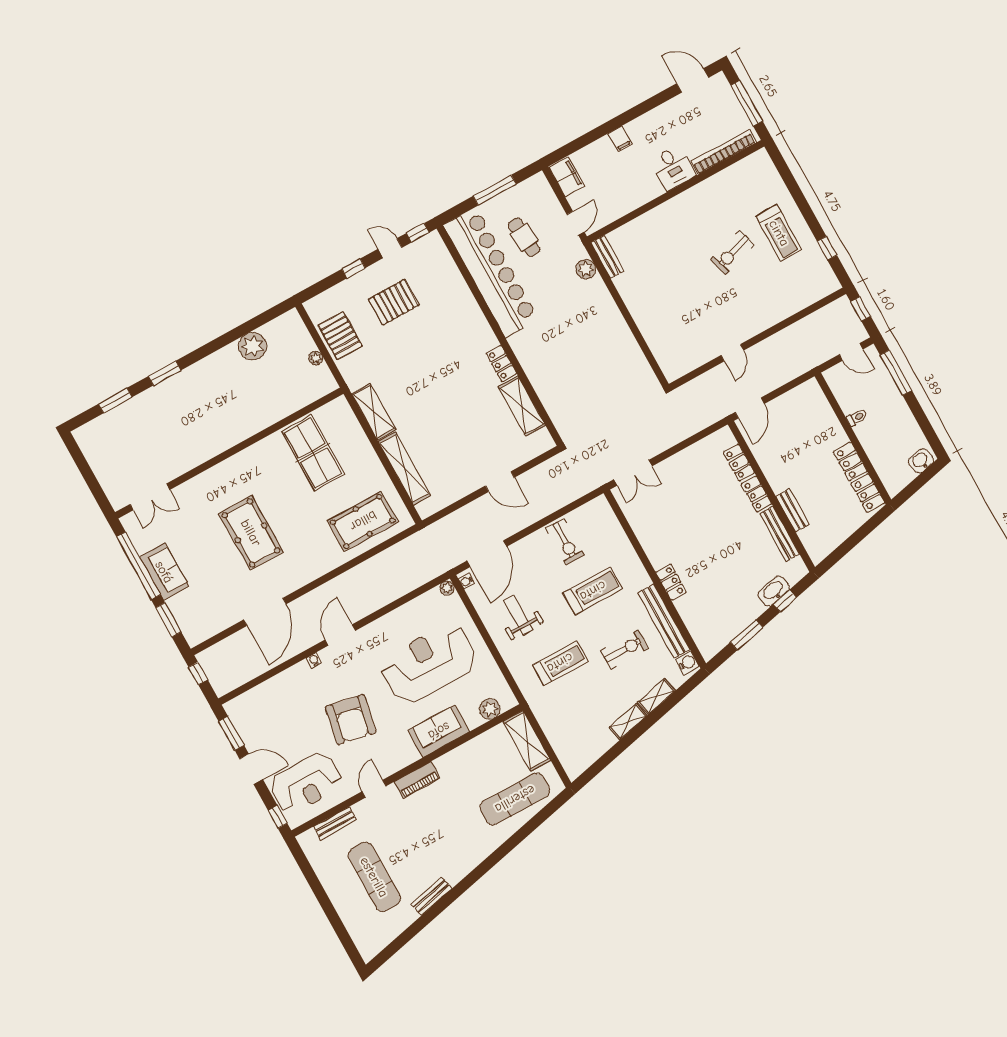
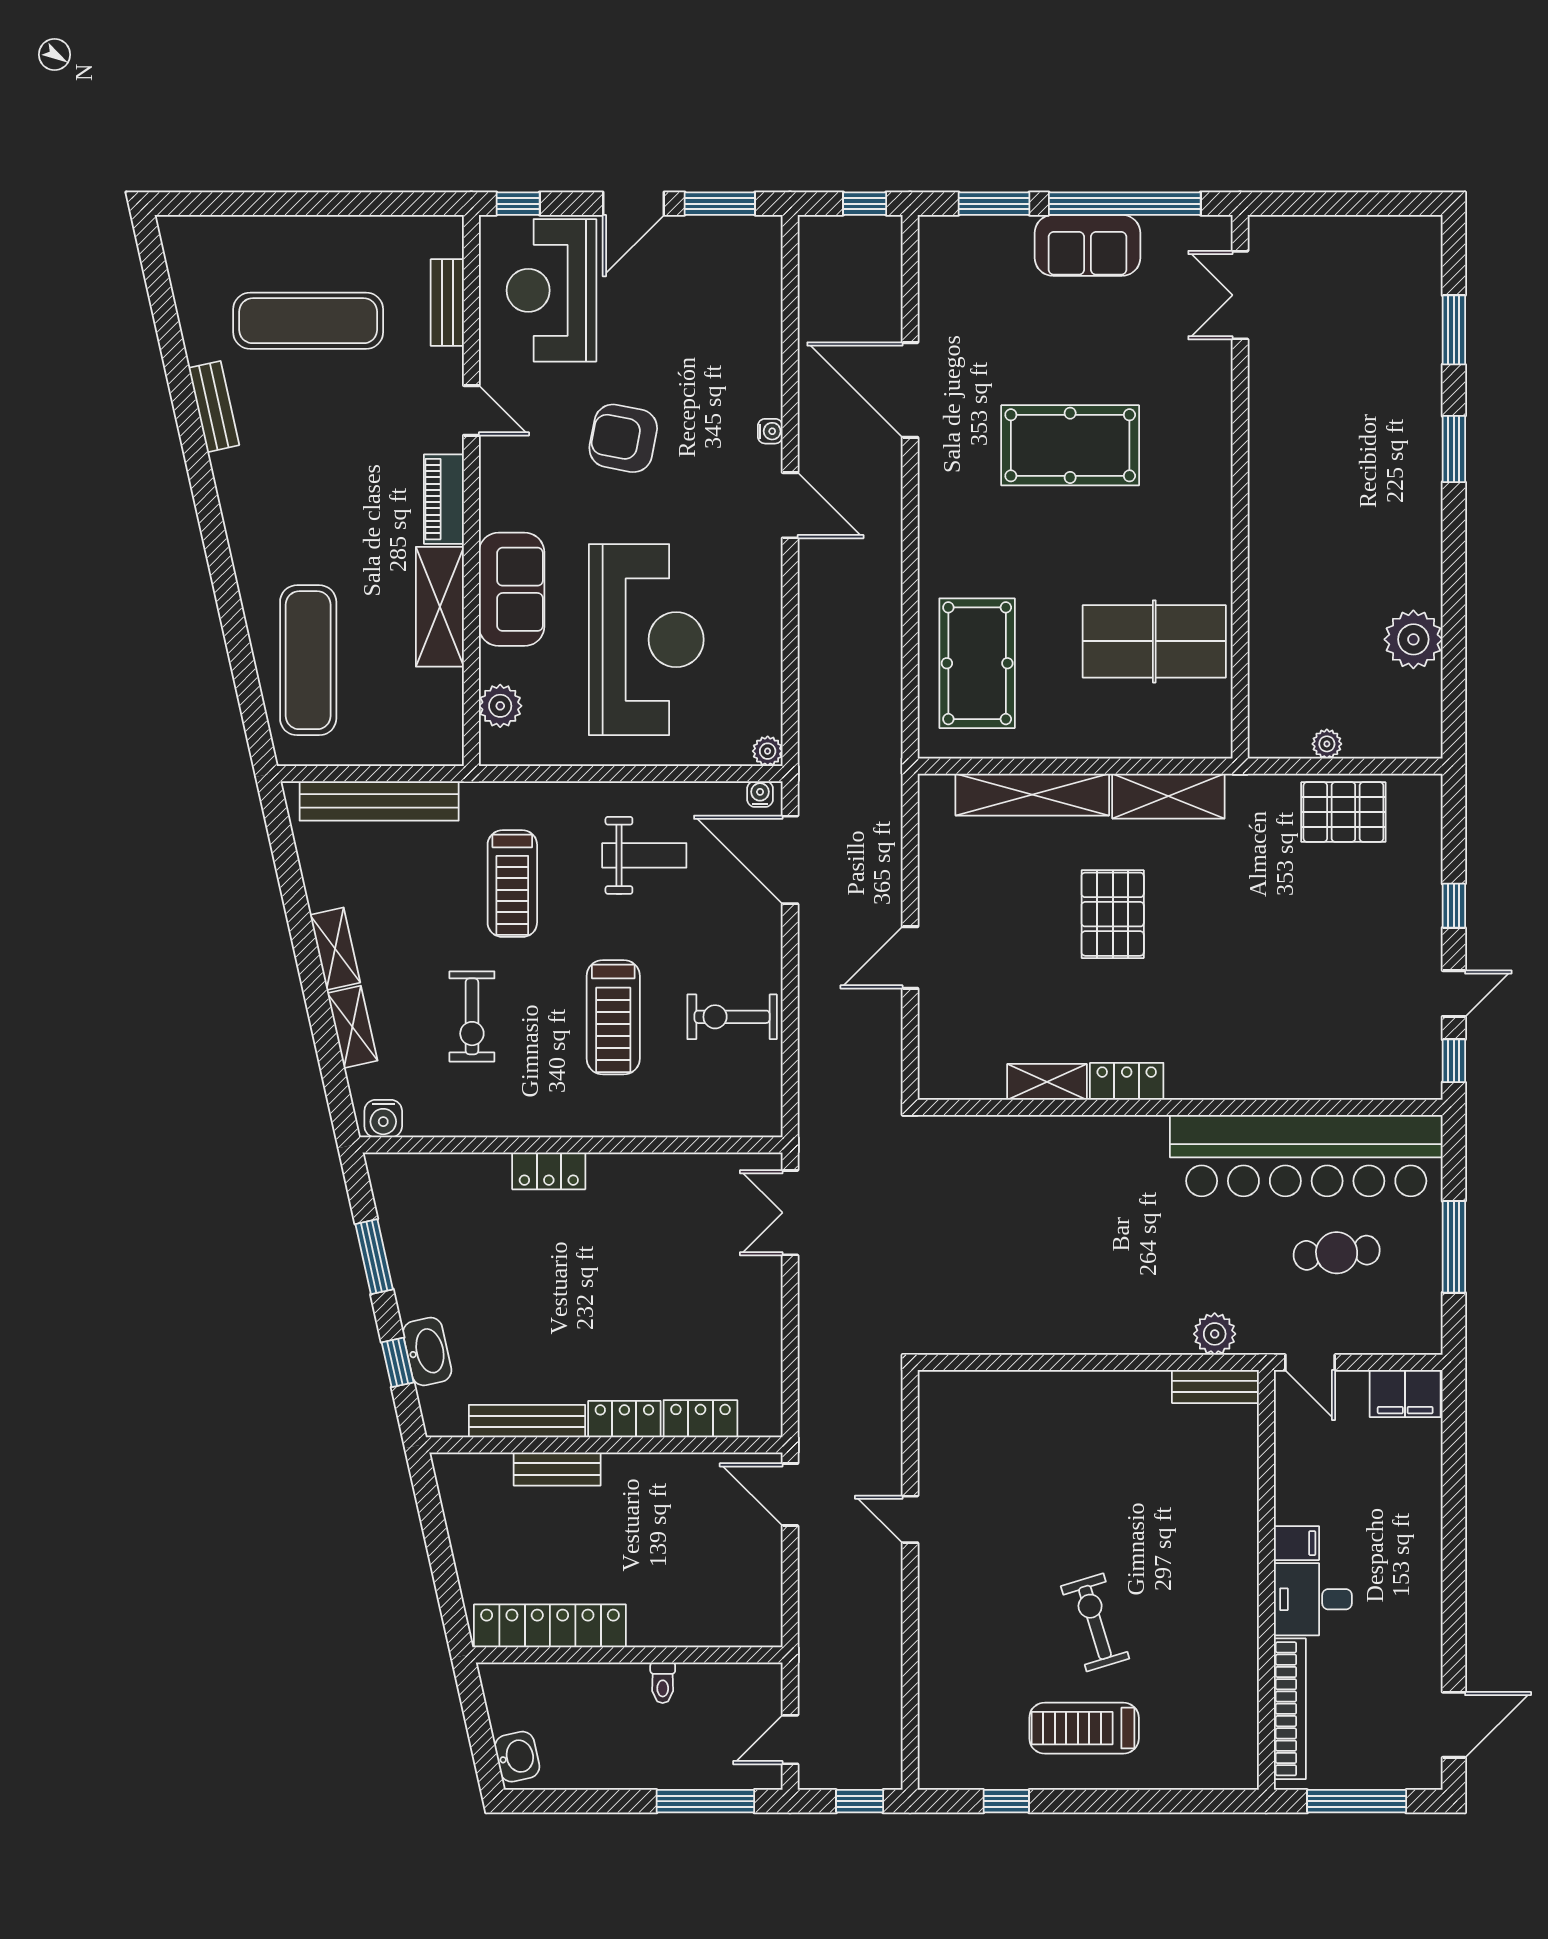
filing cabinet: (620, 139) -> (1296, 1543), moved, turned 180
pallet: (394, 302) -> (1113, 914), moved
shelving: (522, 406) -> (1047, 1082), width x0.67, depth x0.75
bench: (664, 621) -> (379, 801), moved
armchair: (351, 719) -> (623, 438), width x0.73, depth x0.73
shelving: (527, 741) -> (440, 607), moved, turned 90

